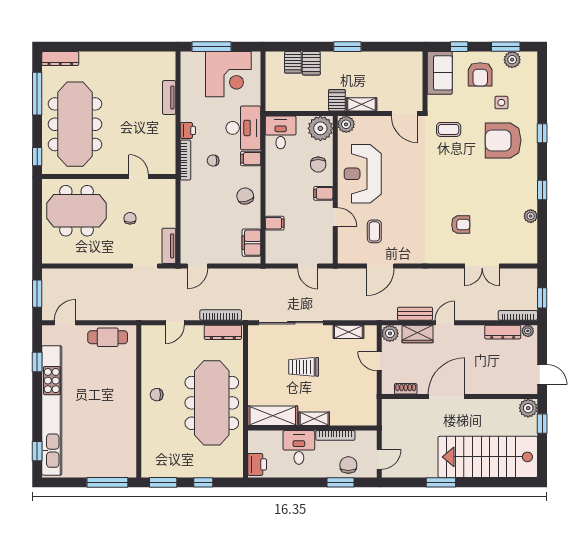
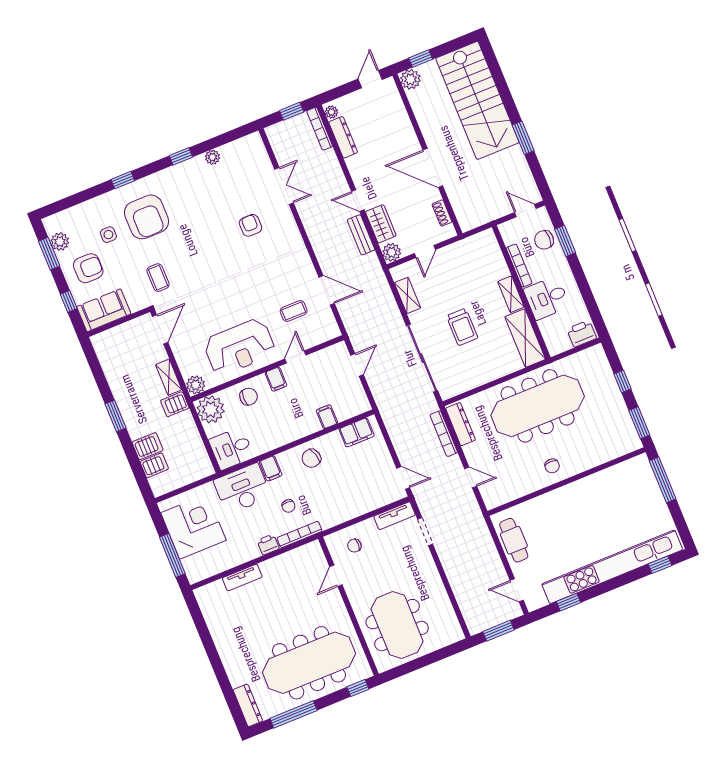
chair: (130, 218) -> (354, 545), moved

